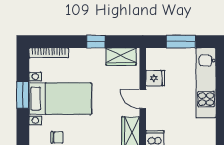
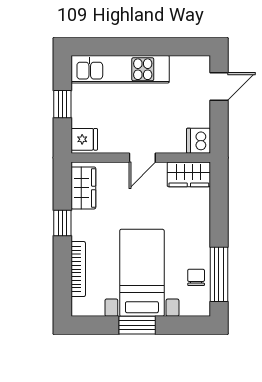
window: (181, 42) -> (62, 104), width x0.67
bookcase: (49, 53) -> (78, 269), moved
fridge: (155, 78) -> (84, 139), moved, turned 90

